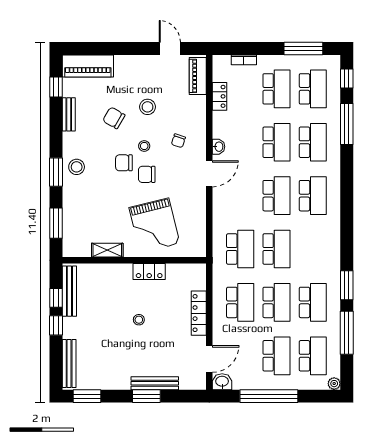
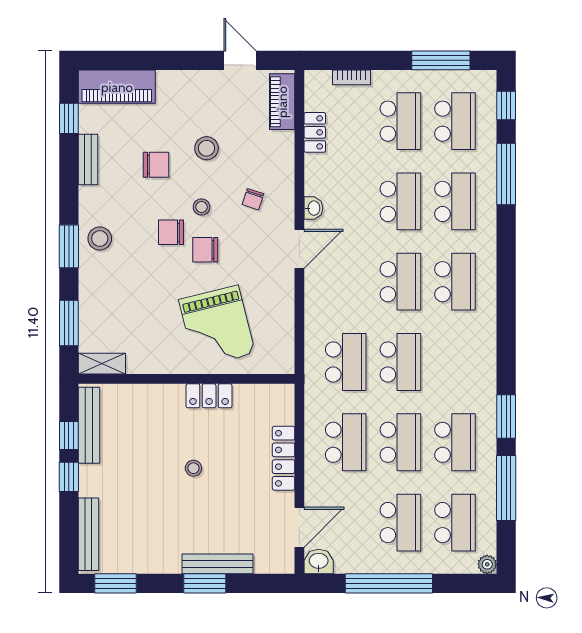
chair: (114, 118) -> (156, 165), turned 150
shelving: (107, 250) -> (102, 364), moved

